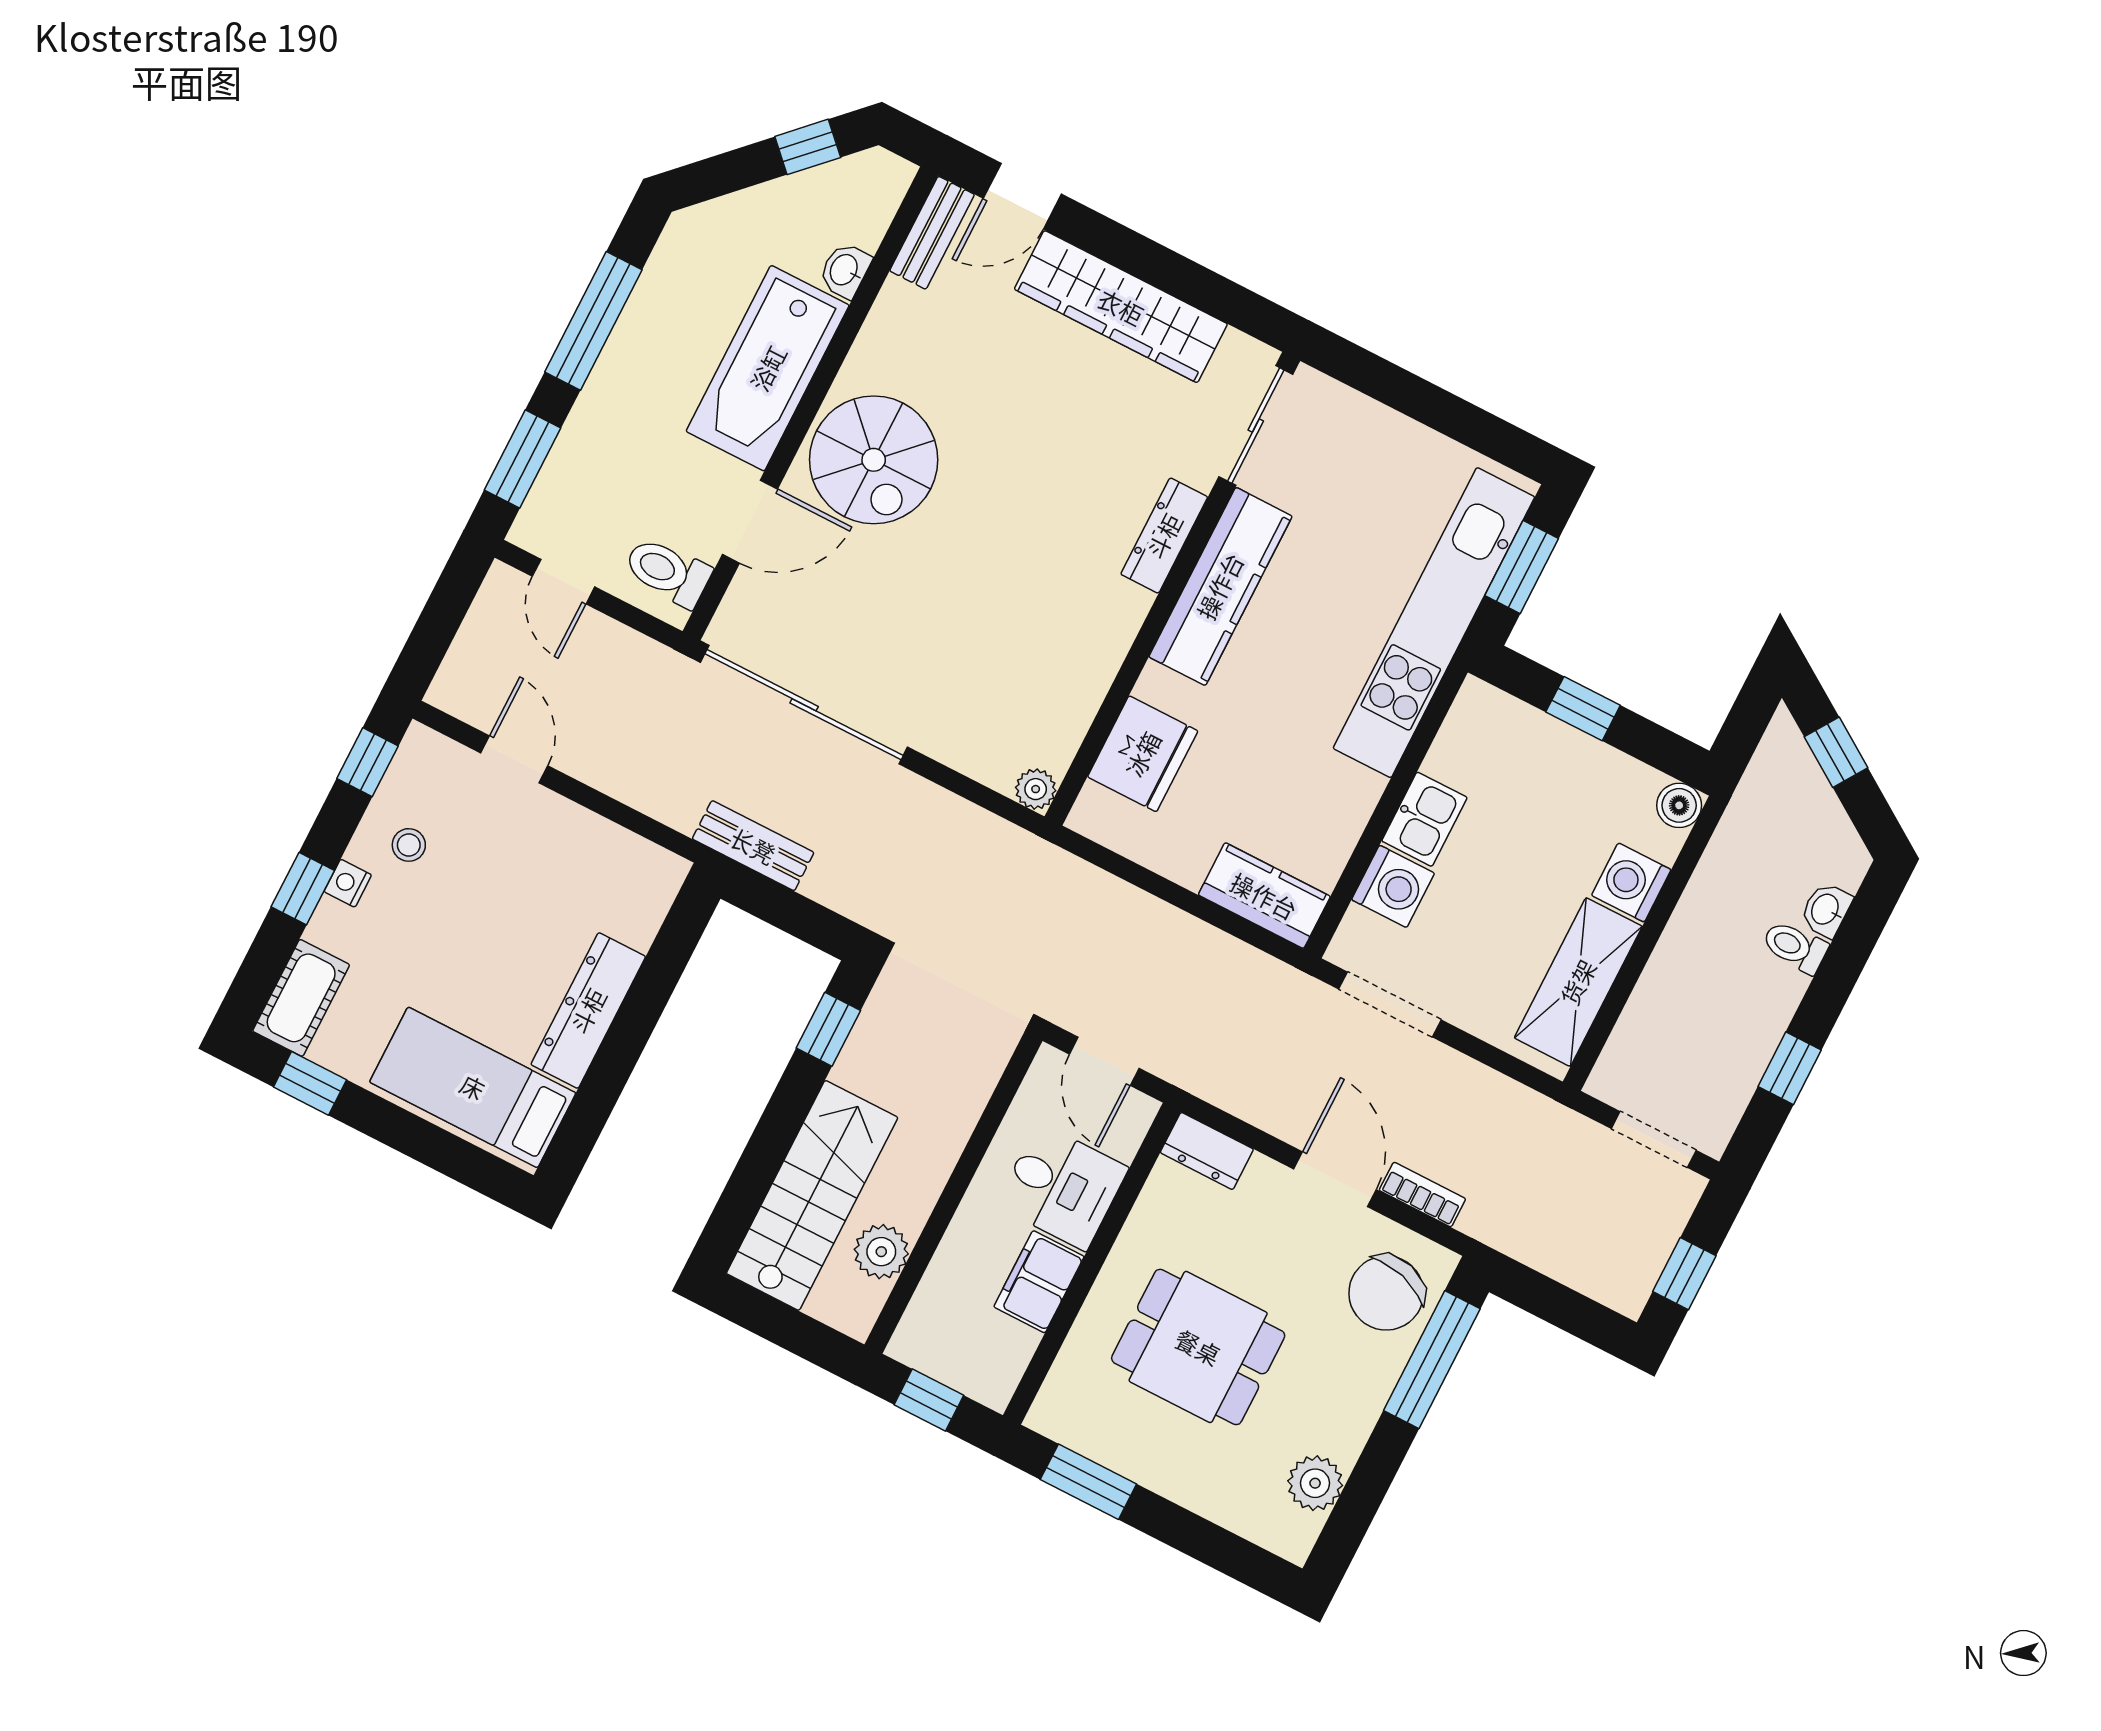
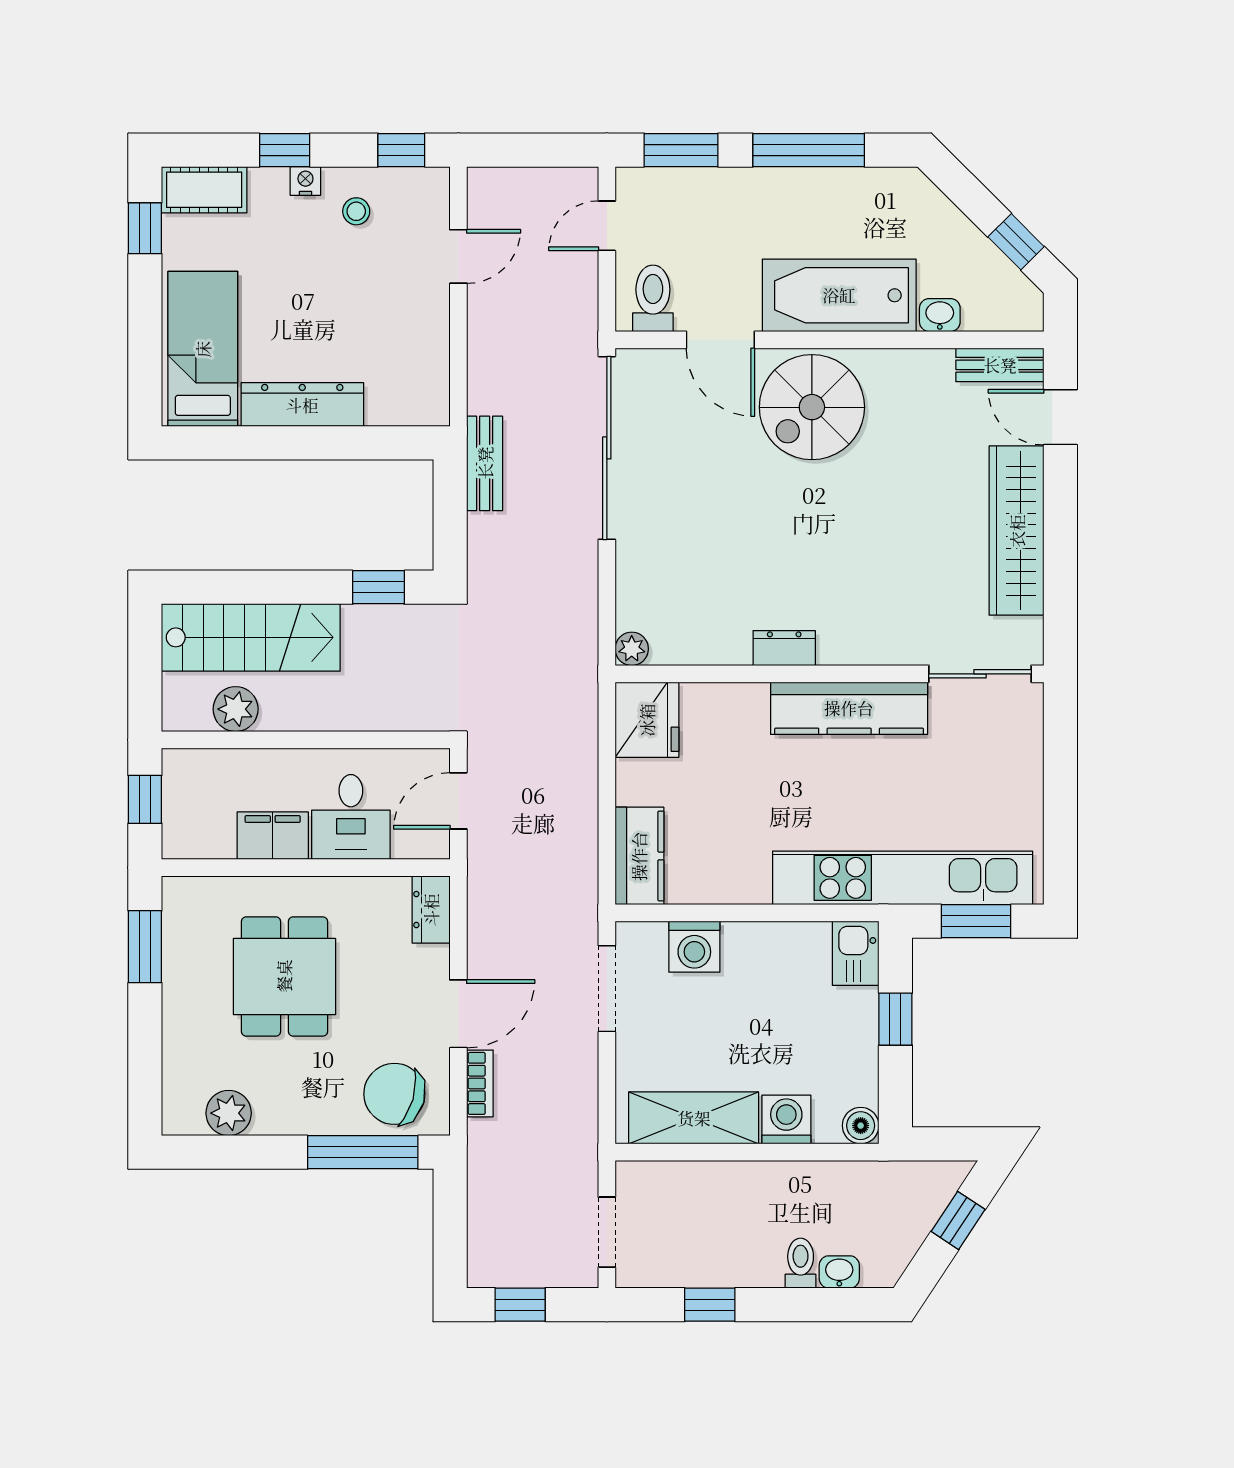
dresser: (1164, 536) -> (784, 648), moved, width x0.70
fridge: (1143, 754) -> (647, 720), moved, turned -90
kitchen sink: (1424, 819) -> (856, 953), moved, turned 90

